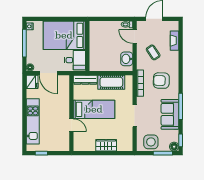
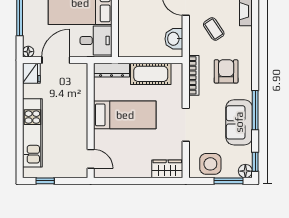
door: (48, 73) -> (56, 60), swing flipped
armchair: (161, 81) -> (226, 71), turned 88
door: (71, 125) -> (91, 159), moved
wardrobe: (106, 145) -> (167, 169), moved

